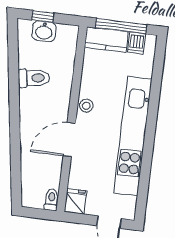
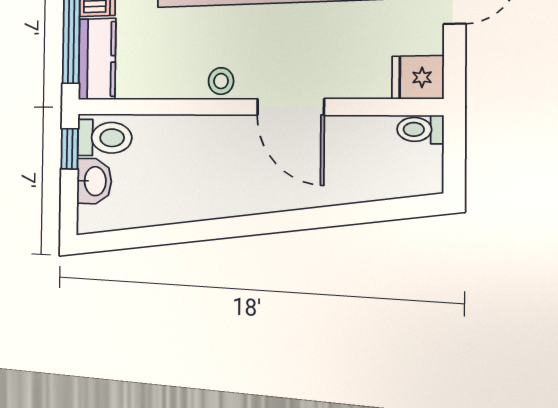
window: (43, 16) -> (70, 149), moved
toilet: (34, 78) -> (104, 138), moved, turned 98

